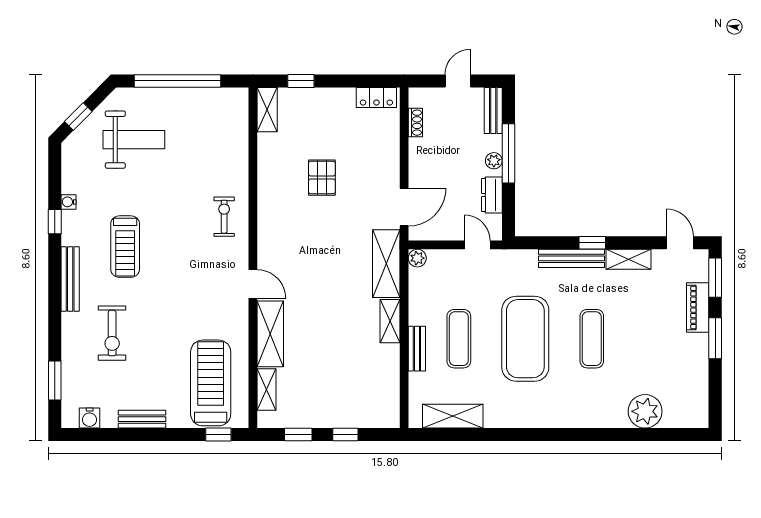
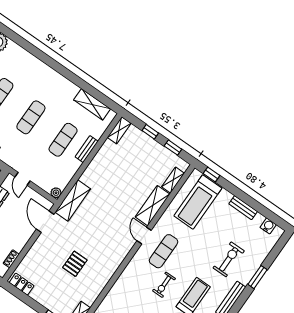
door: (404, 207) -> (45, 222), hinge flipped
exercise bike: (224, 217) -> (164, 285), moved
exercise mat: (211, 281) -> (164, 251), added
shelving: (390, 321) -> (119, 130), moved
exercise mat: (525, 339) -> (31, 117), width x0.50, depth x0.69
window: (55, 380) -> (257, 277), moved

